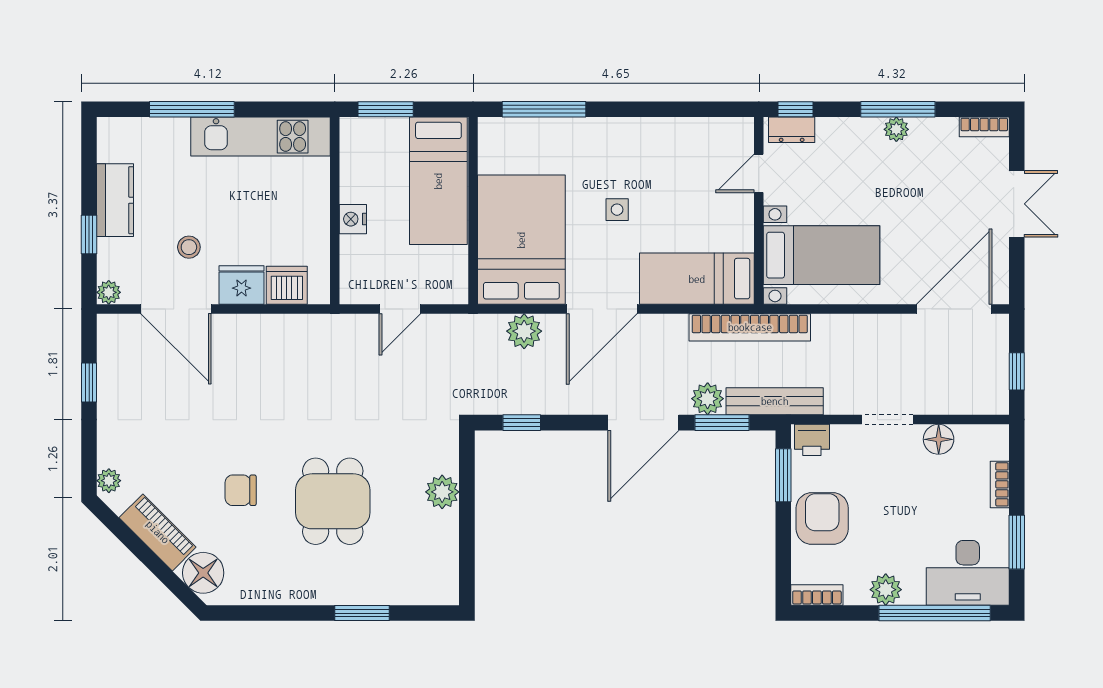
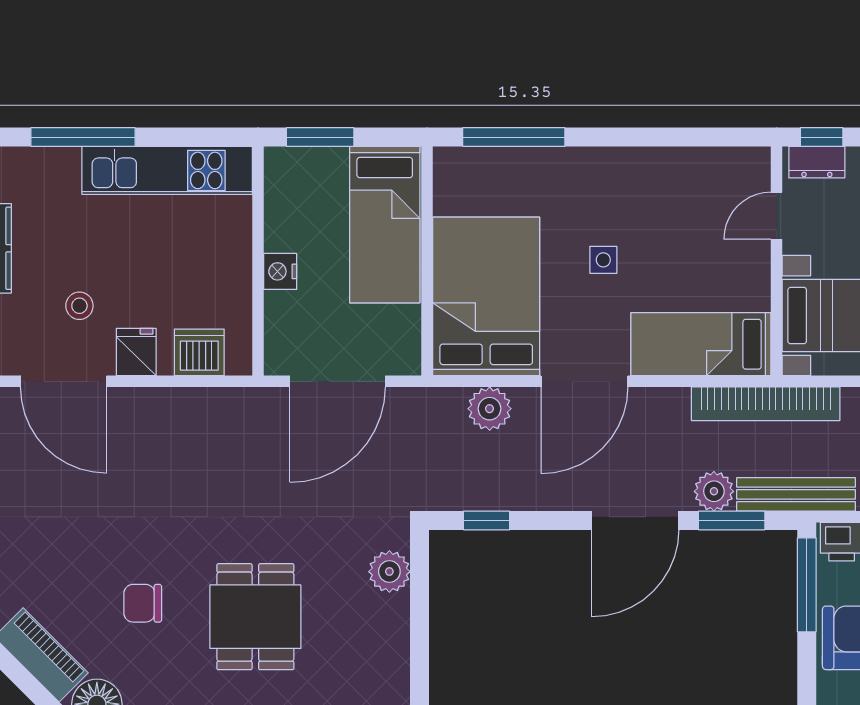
fridge: (242, 285) -> (136, 352), width x0.72
door: (400, 309) -> (338, 381), width x1.88
window: (783, 475) -> (807, 585), width x1.44
plant: (442, 492) -> (389, 572), moved

